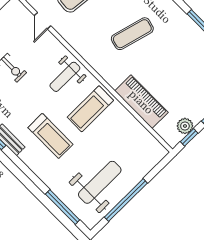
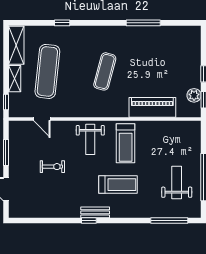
weight bench: (100, 182) -> (177, 182), width x0.73, depth x0.75

